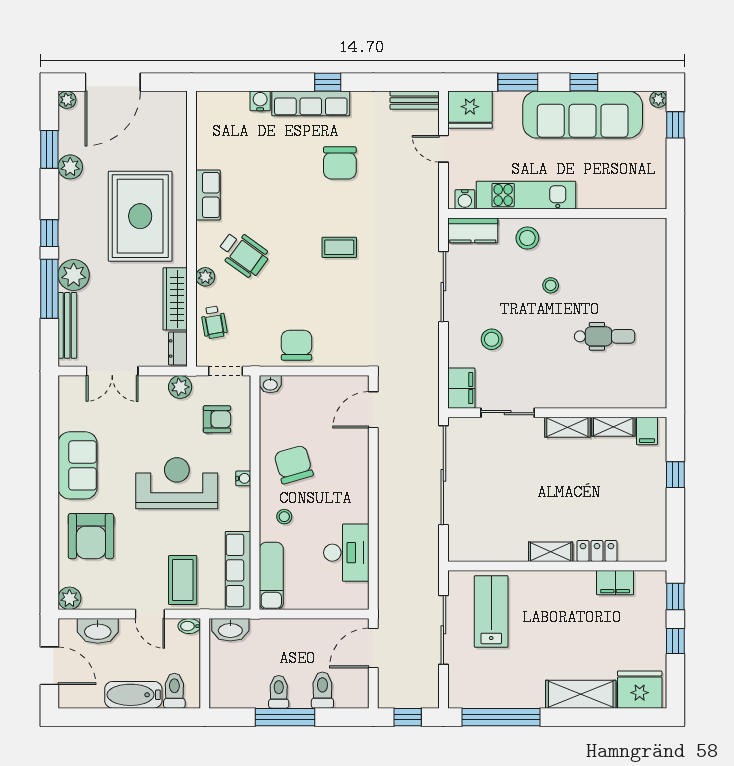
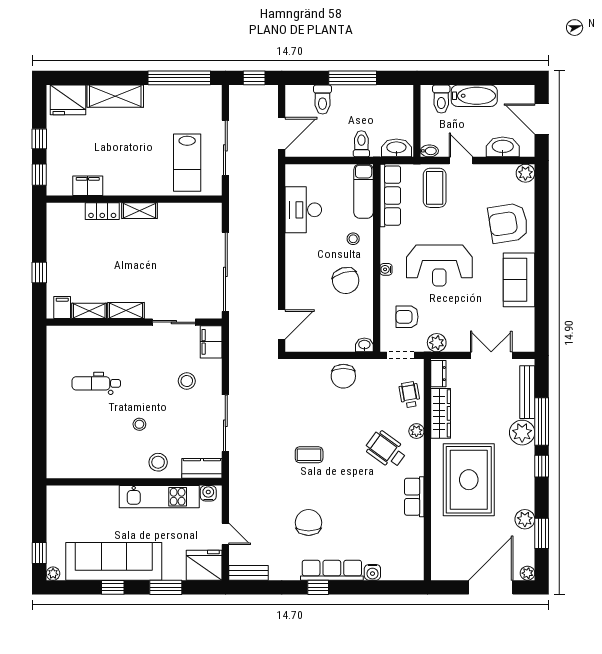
armchair: (91, 536) -> (508, 223), turned -99
toilet: (279, 692) -> (361, 144), moved, turned 180

